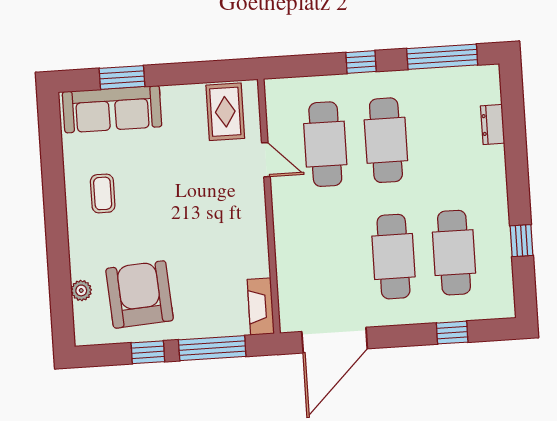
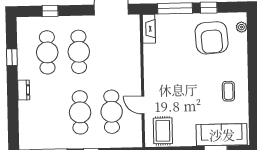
dresser: (493, 125) -> (24, 90), moved
plant: (81, 290) -> (241, 27), moved

